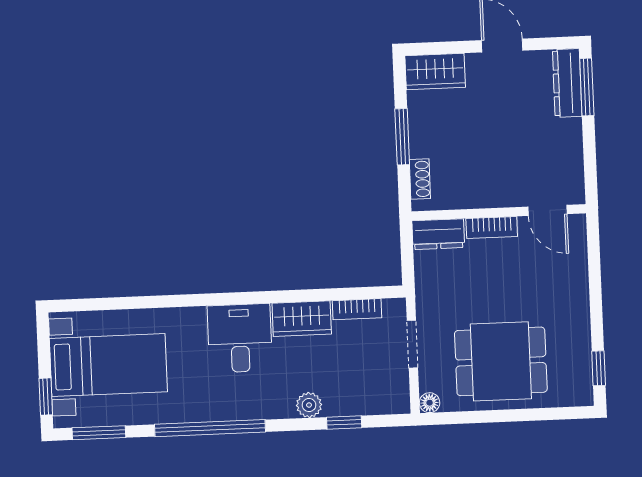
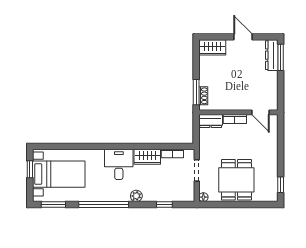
window: (402, 137) -> (196, 92), moved
dining table: (501, 361) -> (236, 180), turned 90
window: (46, 397) -> (30, 169), moved
plant: (309, 405) -> (136, 196), moved

